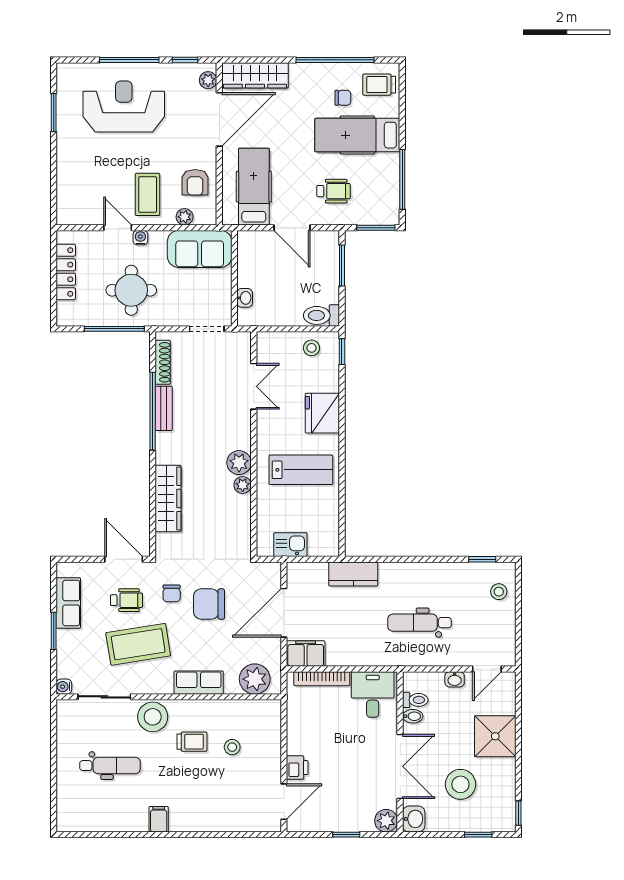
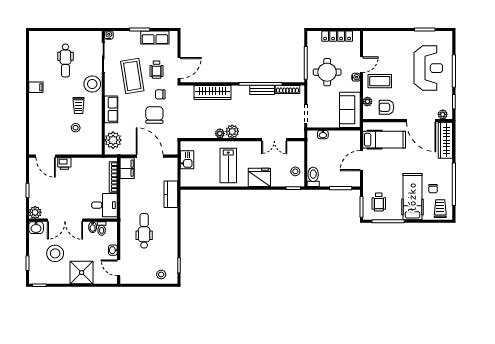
wheelchair: (334, 191) -> (379, 202), moved

